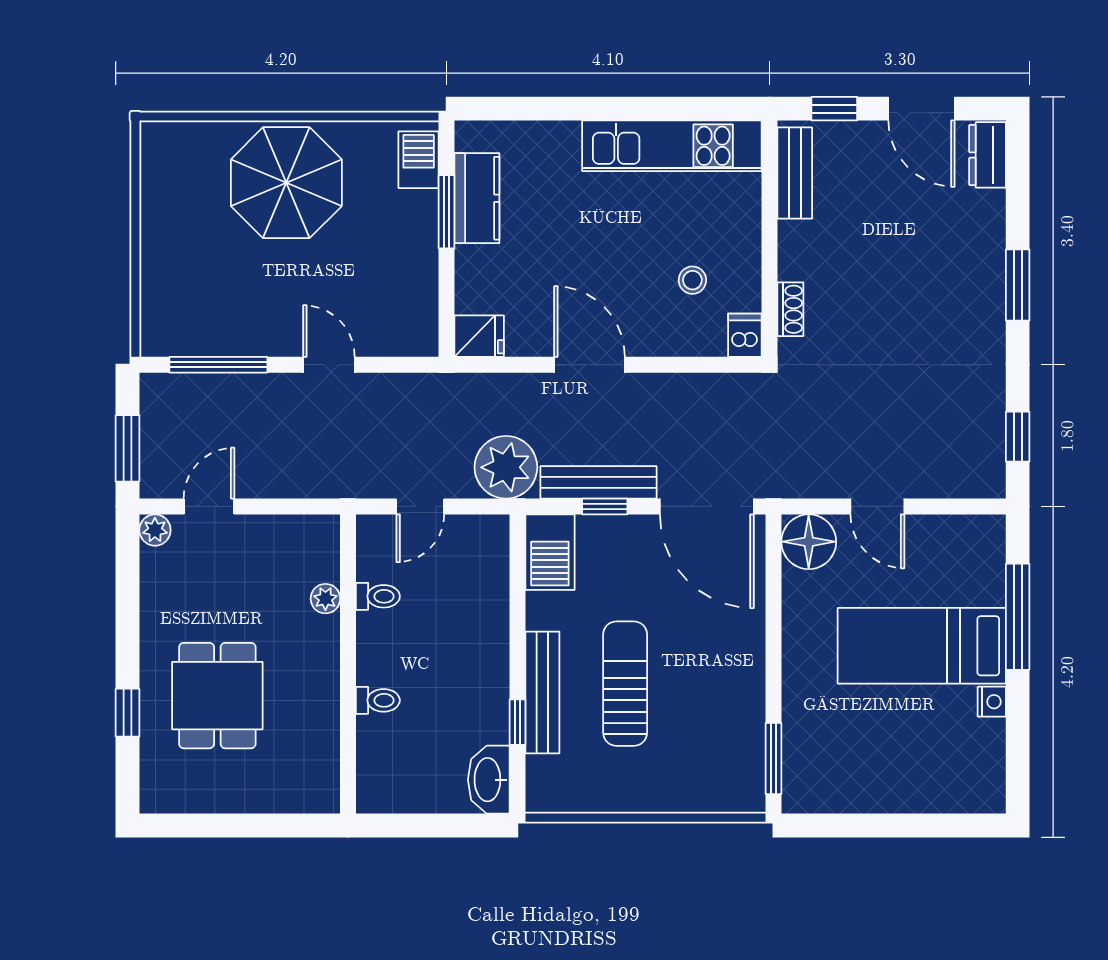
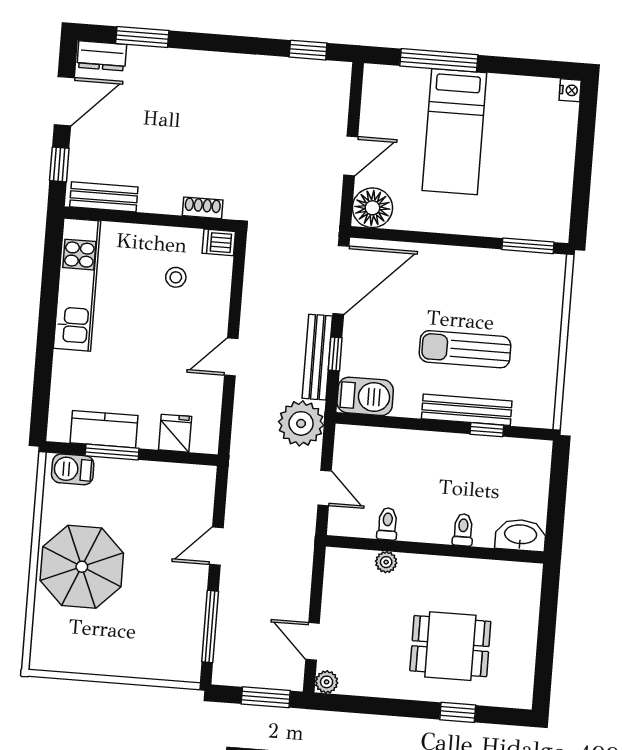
window: (1018, 285) -> (142, 37), moved
fridge: (479, 336) -> (175, 433), moved
door: (590, 365) -> (231, 357), width x0.73
nightstand: (992, 702) -> (570, 90), moved, turned 90
washbasin: (489, 780) -> (521, 535), moved, turned 180

